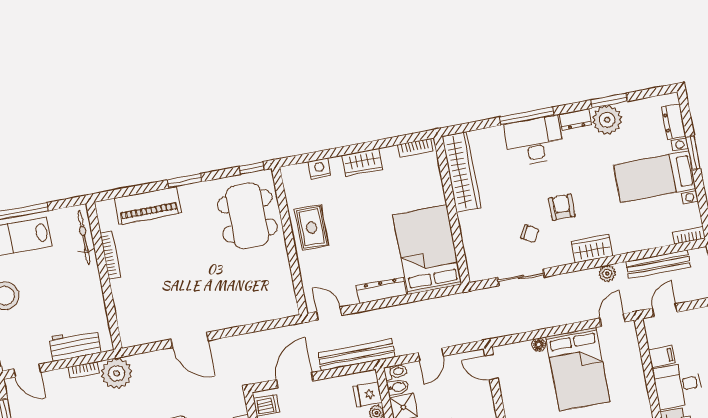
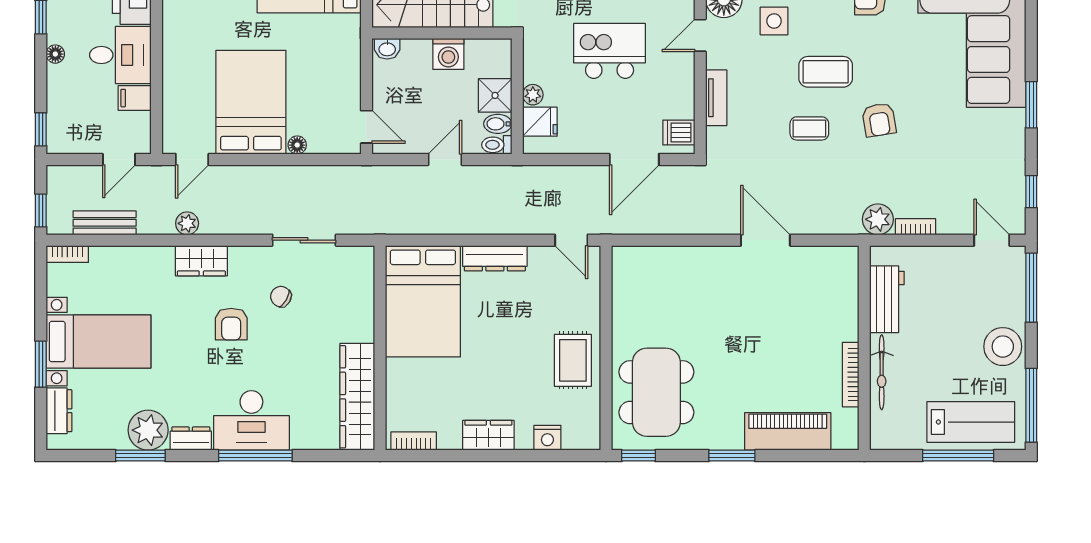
bicycle: (84, 237) -> (882, 372), moved
bench: (658, 264) -> (105, 223), width x0.73
workbench: (75, 345) -> (887, 299), moved, turned -90
bench: (357, 355) -> (545, 178), removed
plant: (117, 373) -> (878, 219), width x0.73, depth x0.73

